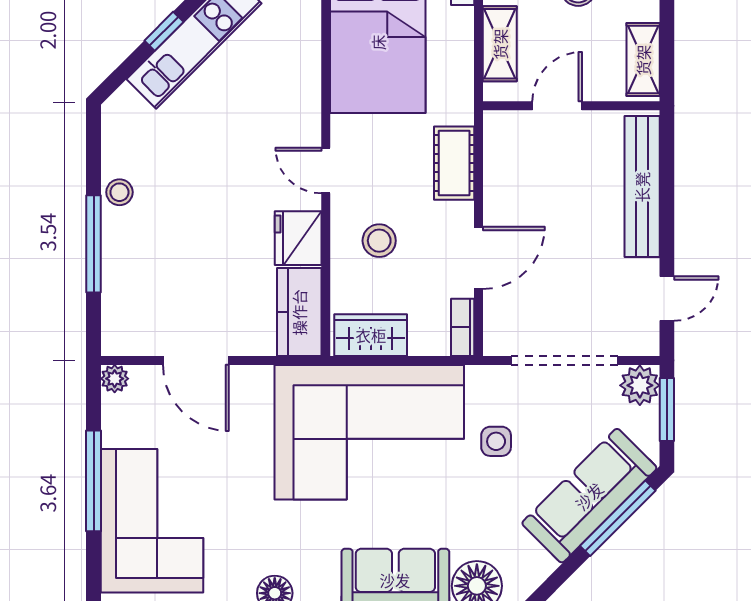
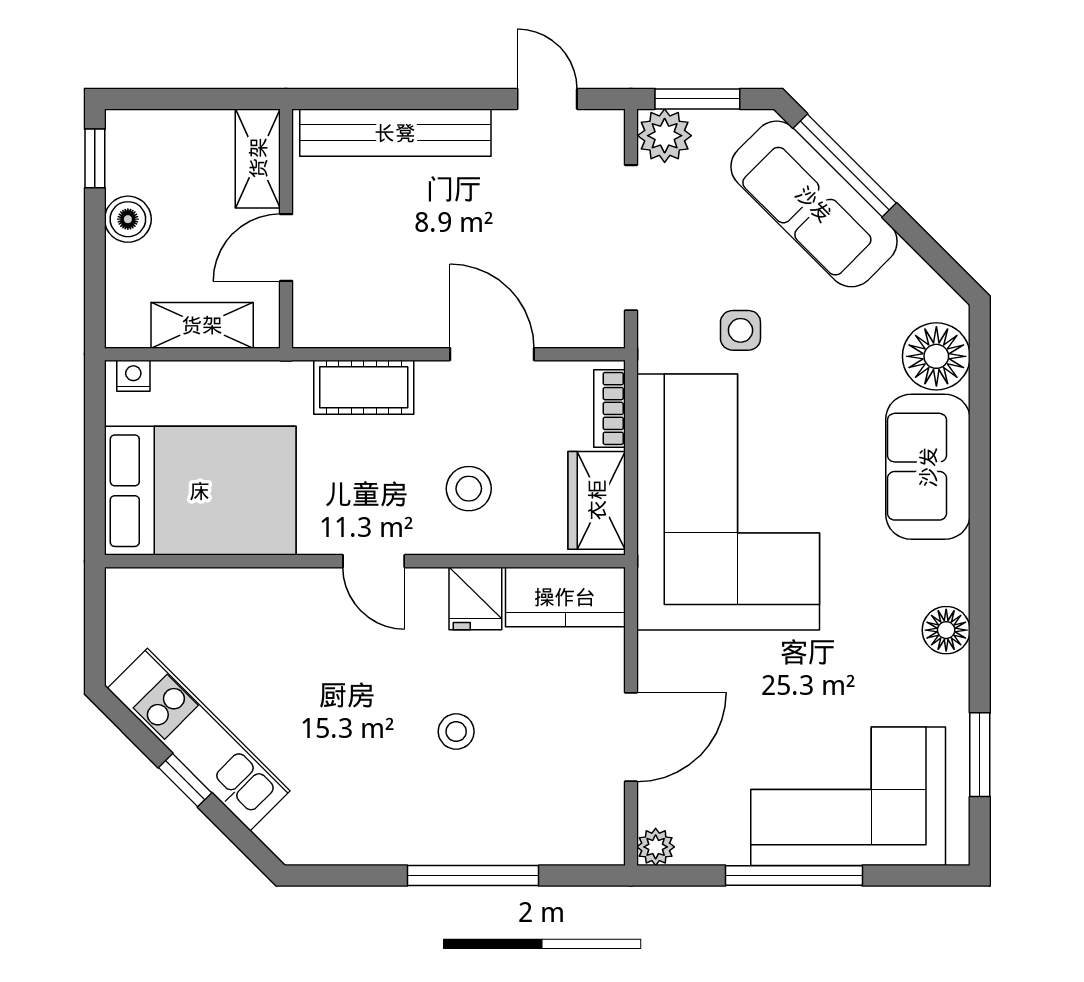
shelving: (643, 60) -> (258, 158), moved, turned 90
door: (557, 106) -> (286, 248), hinge flipped
door: (326, 170) -> (374, 561), hinge flipped
stool: (119, 192) -> (456, 732), moved
fridge: (298, 238) -> (475, 598), width x0.72
bookcase: (463, 327) -> (610, 408), moved, turned 90

